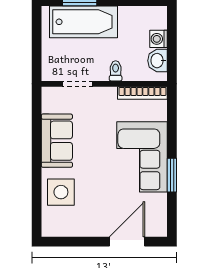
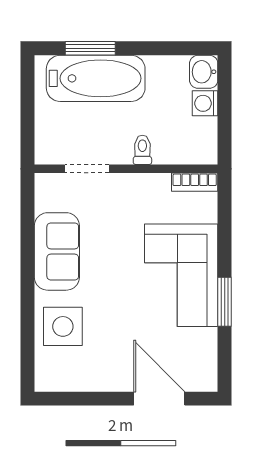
washbasin: (158, 61) -> (204, 72), moved
bookcase: (142, 93) -> (195, 182), width x0.64
door: (127, 242) -> (159, 399), hinge flipped

